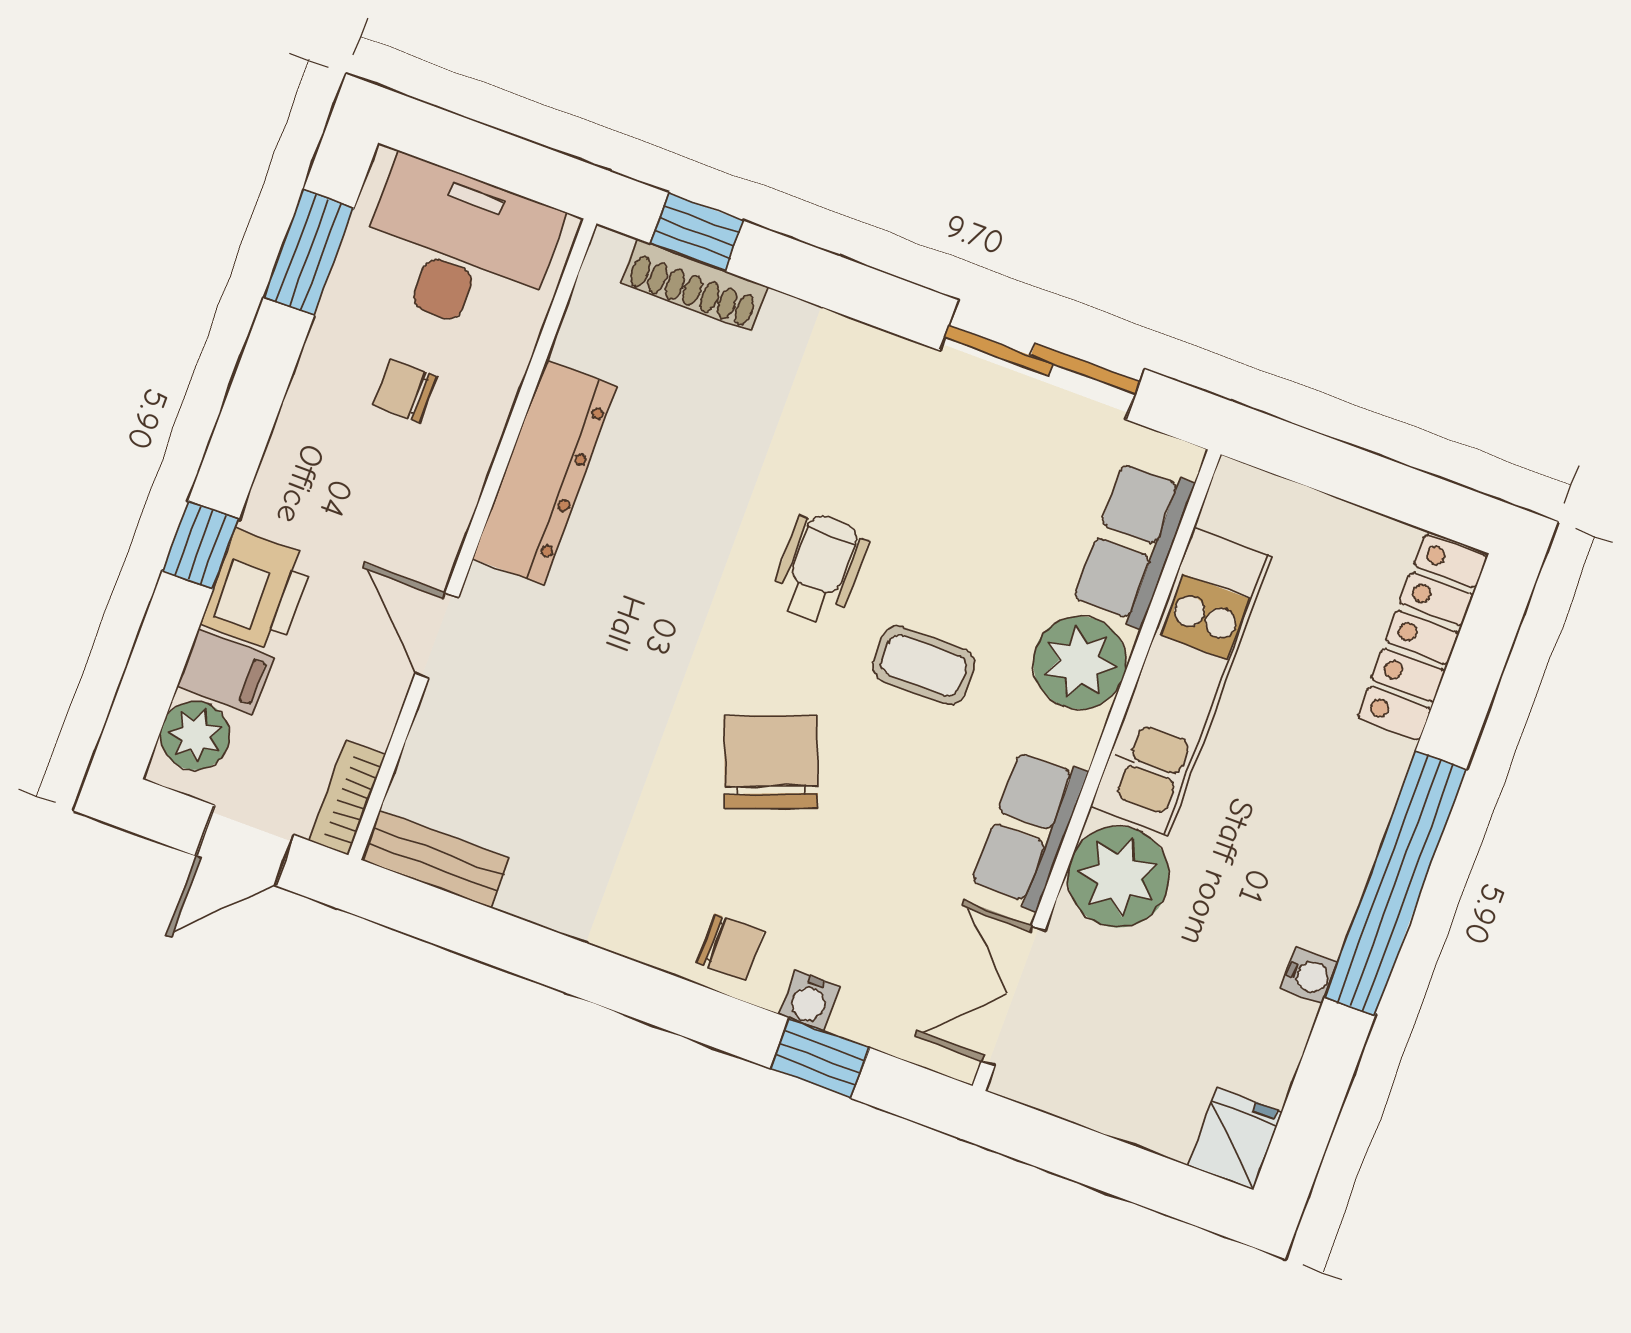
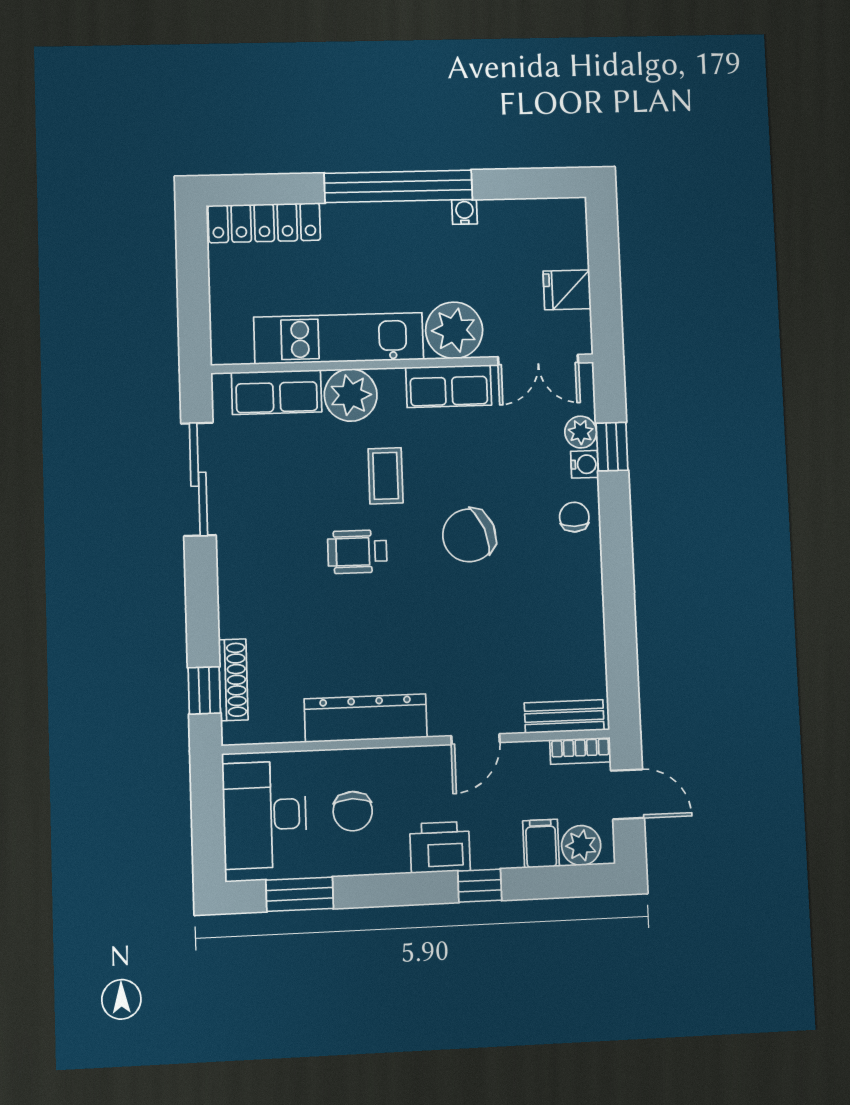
chair: (405, 391) -> (353, 811), width x1.37, depth x1.37
printer: (257, 591) -> (440, 847), moved
bench: (435, 859) -> (564, 716), moved, turned 90
plant: (865, 1016) -> (581, 432), added
fridge: (1235, 1139) -> (567, 290), moved

